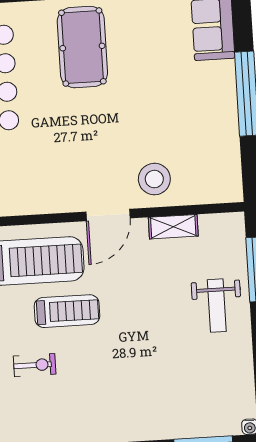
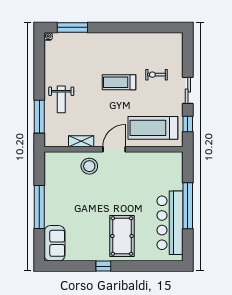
weight bench: (217, 306) -> (61, 99), turned 180
treadmill: (67, 311) -> (119, 82), moved

